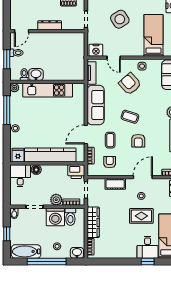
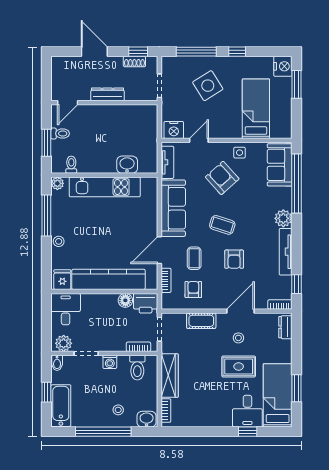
door: (114, 58) -> (199, 140), swing flipped
washbasin: (36, 75) -> (127, 165), moved
floor lamp: (36, 170) -> (125, 300), moved
plant: (56, 200) -> (64, 343), moved
washing machine: (55, 217) -> (110, 362), width x0.53, depth x0.53
bathtub: (26, 251) -> (61, 406), moved, turned 90

